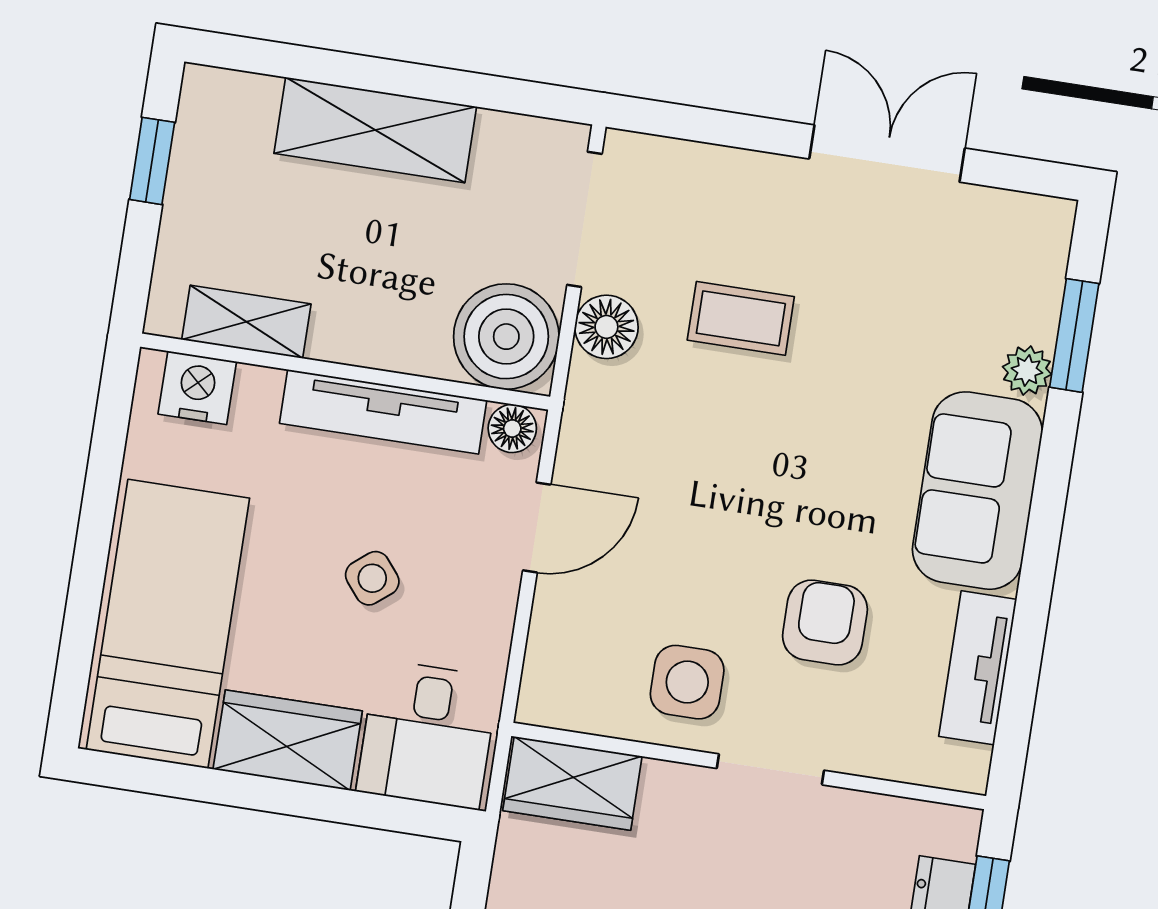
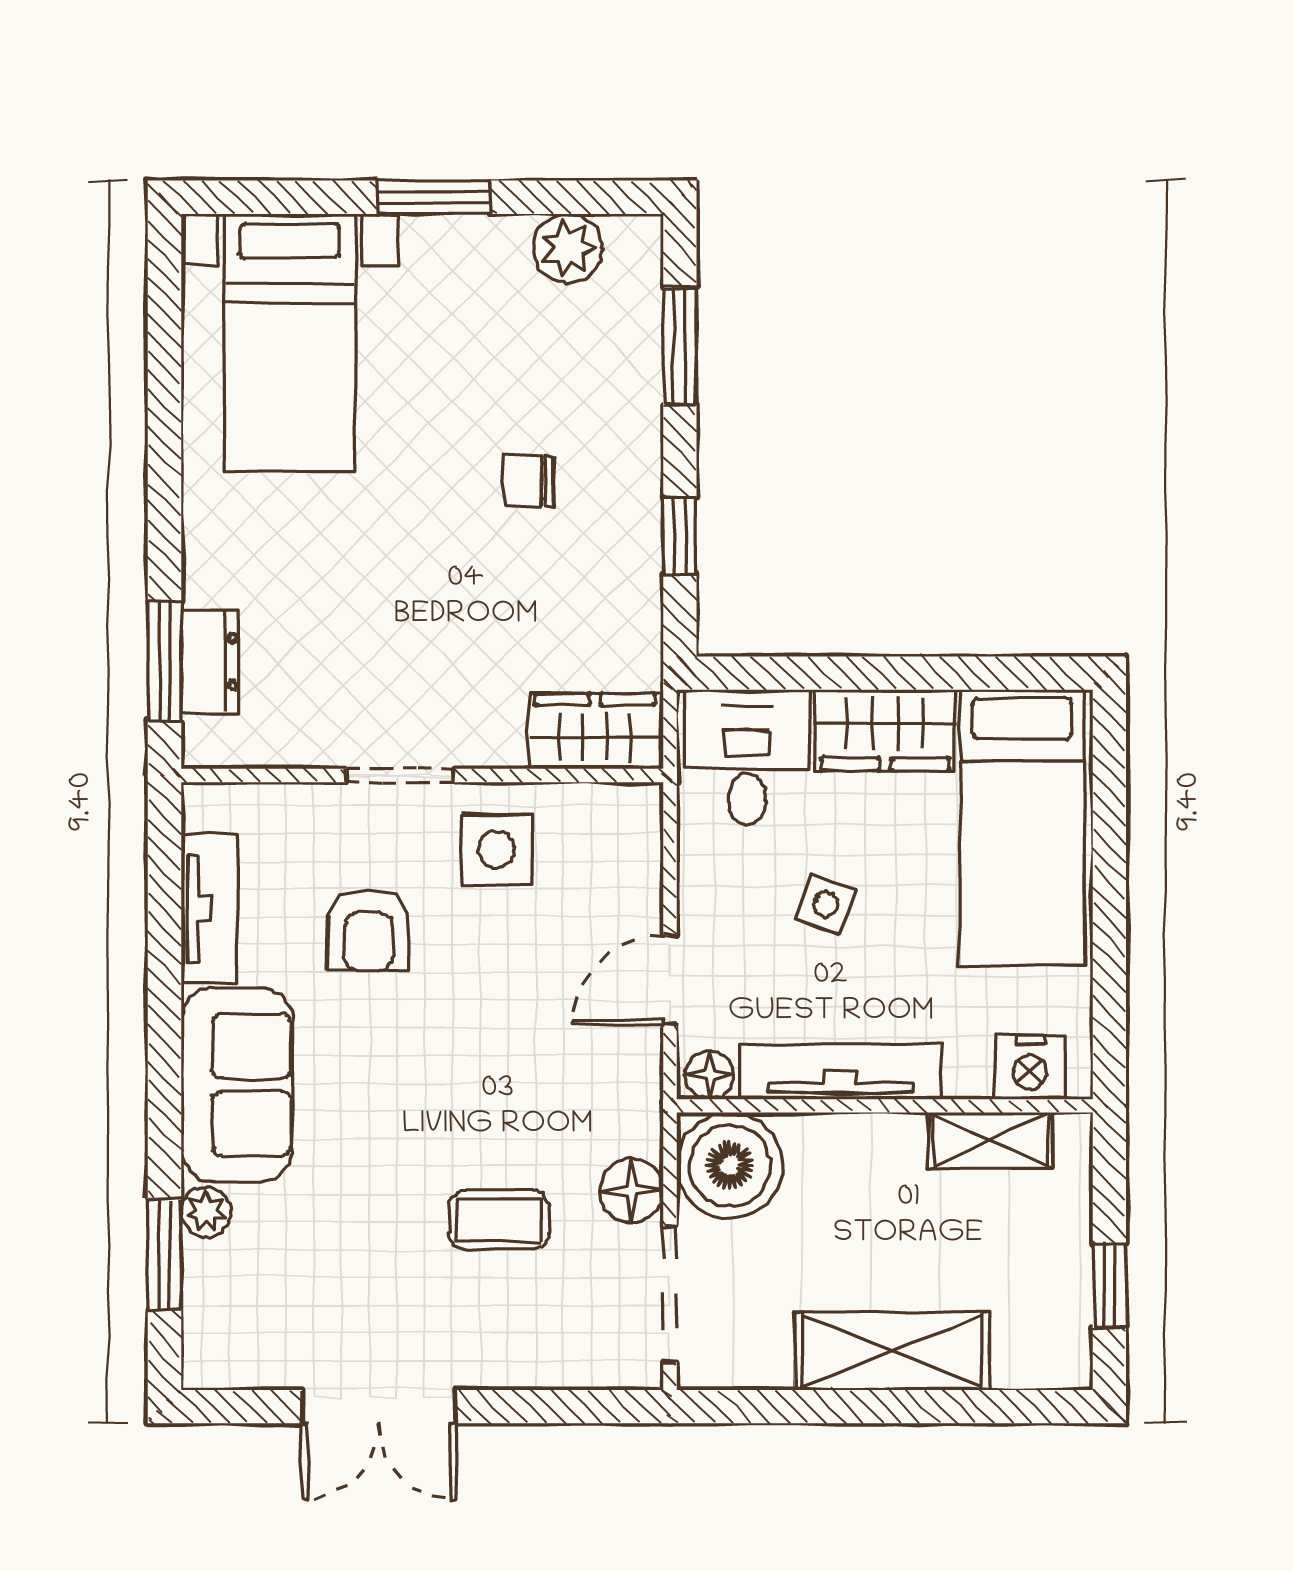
side table: (372, 578) -> (826, 904), turned -32

